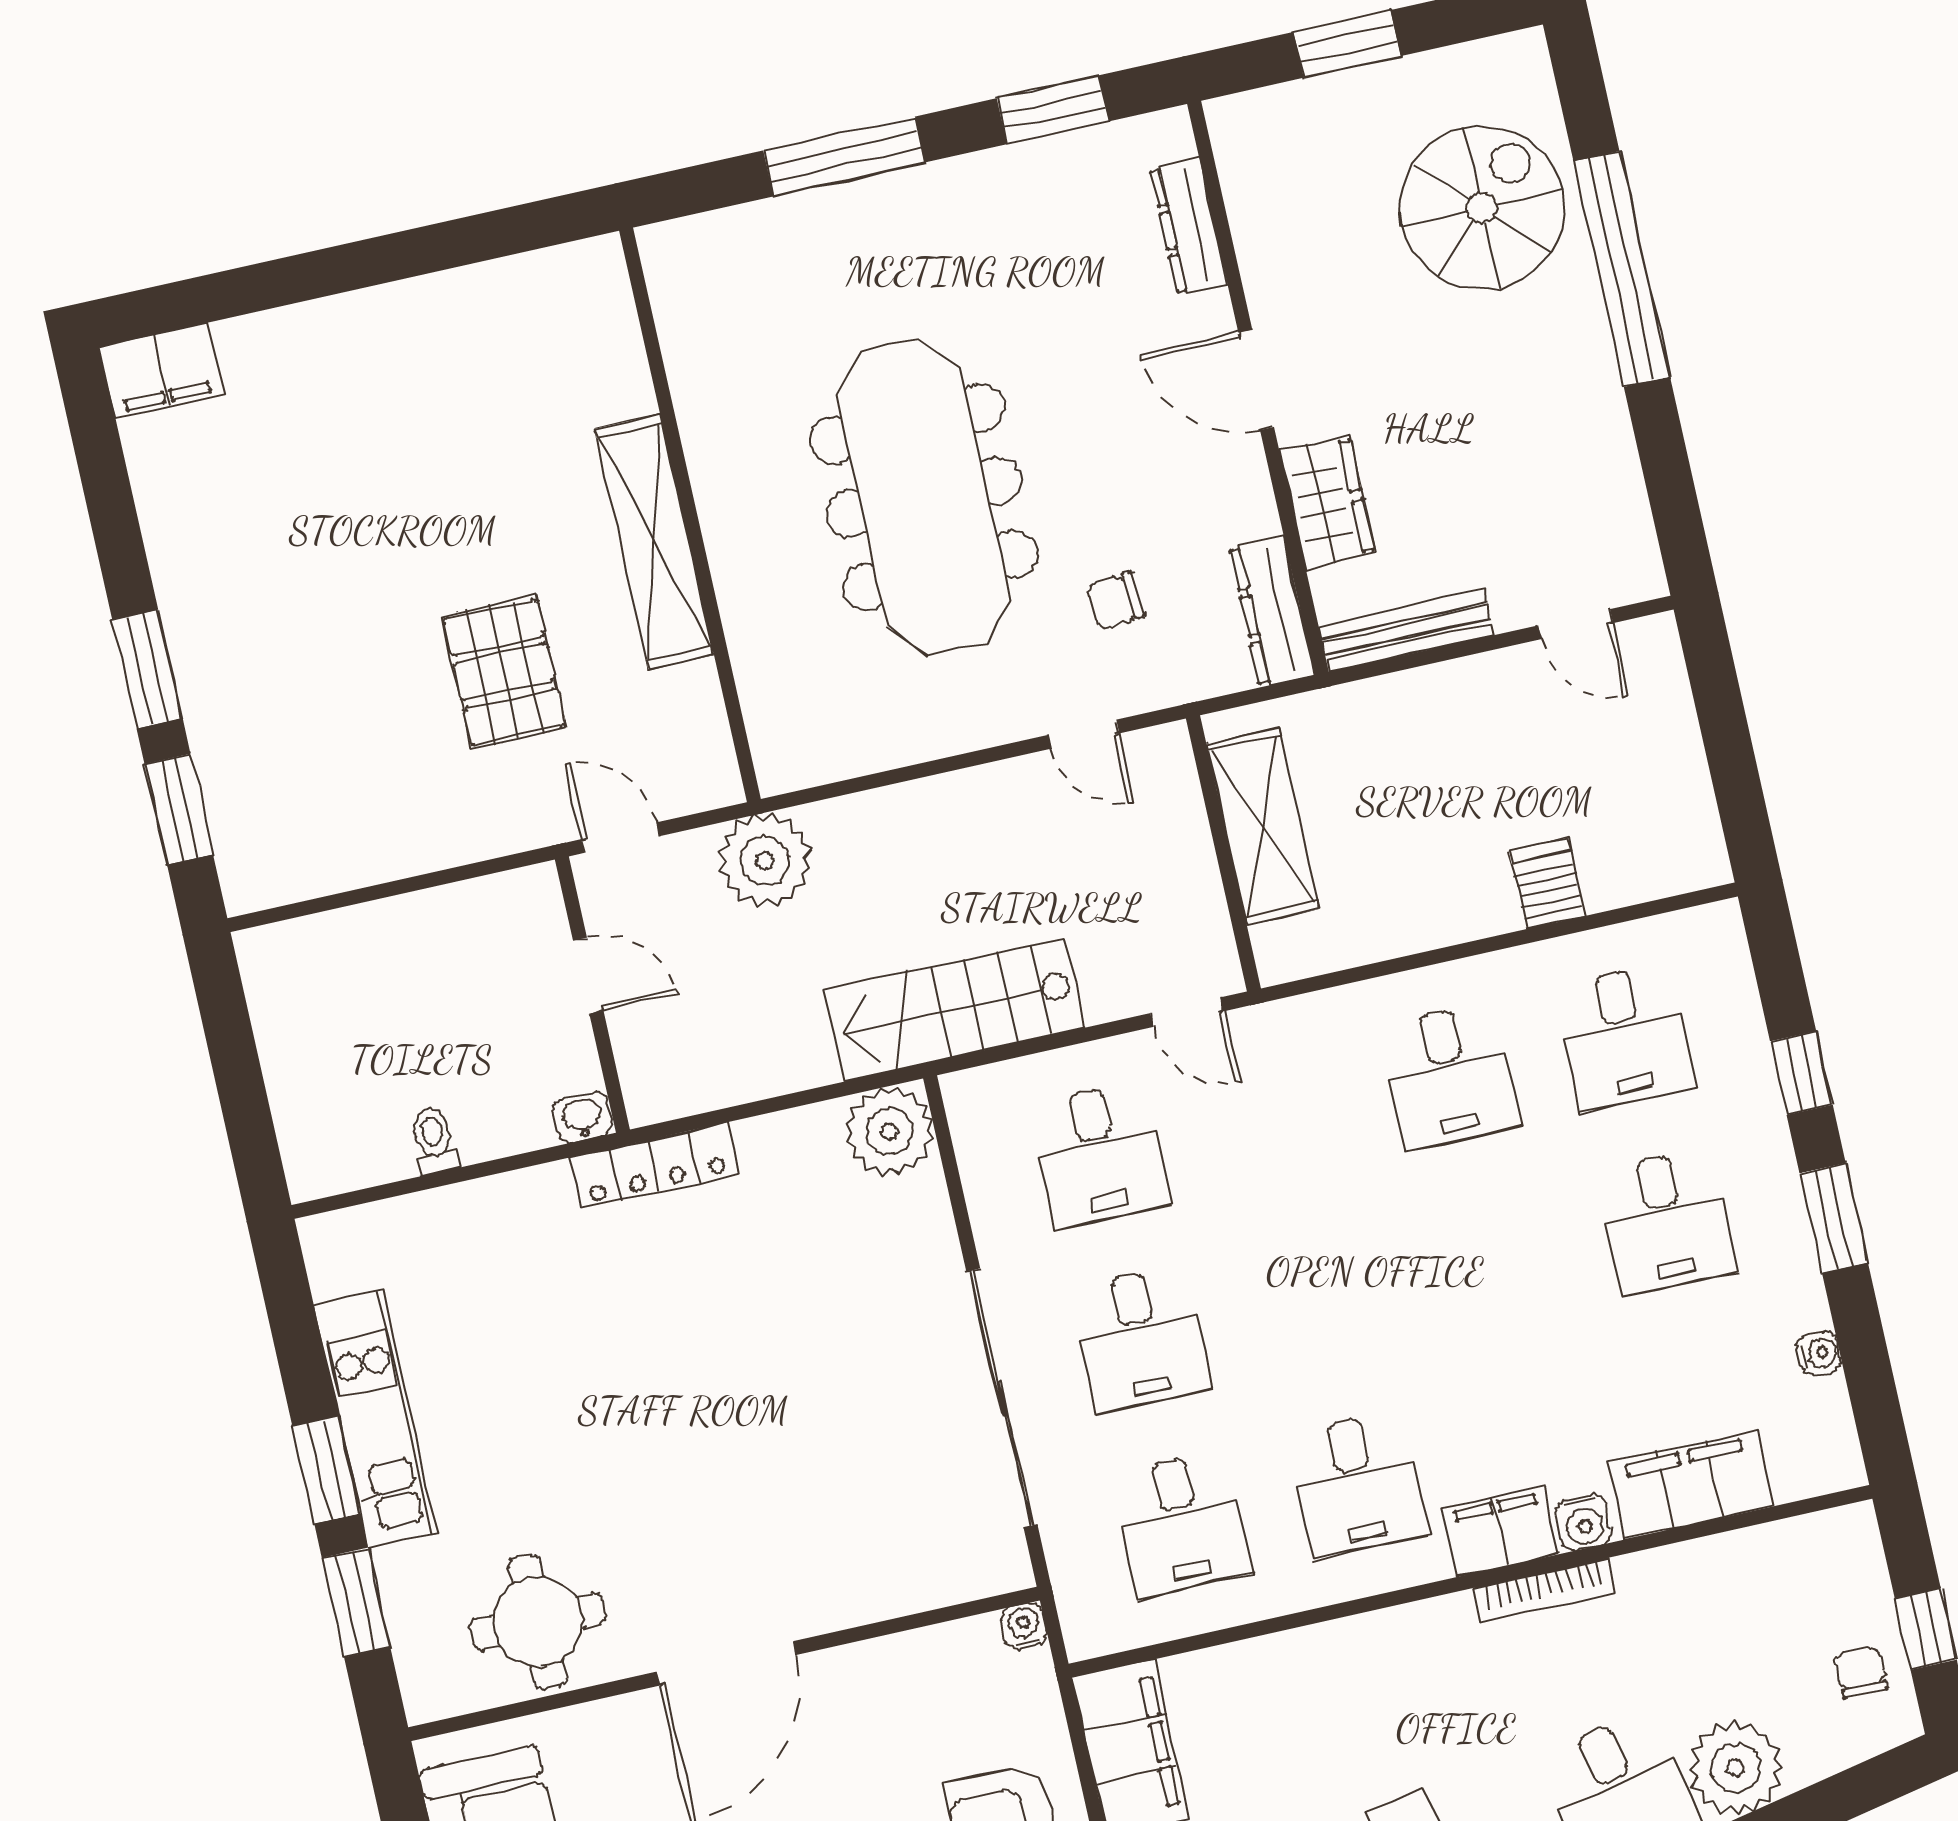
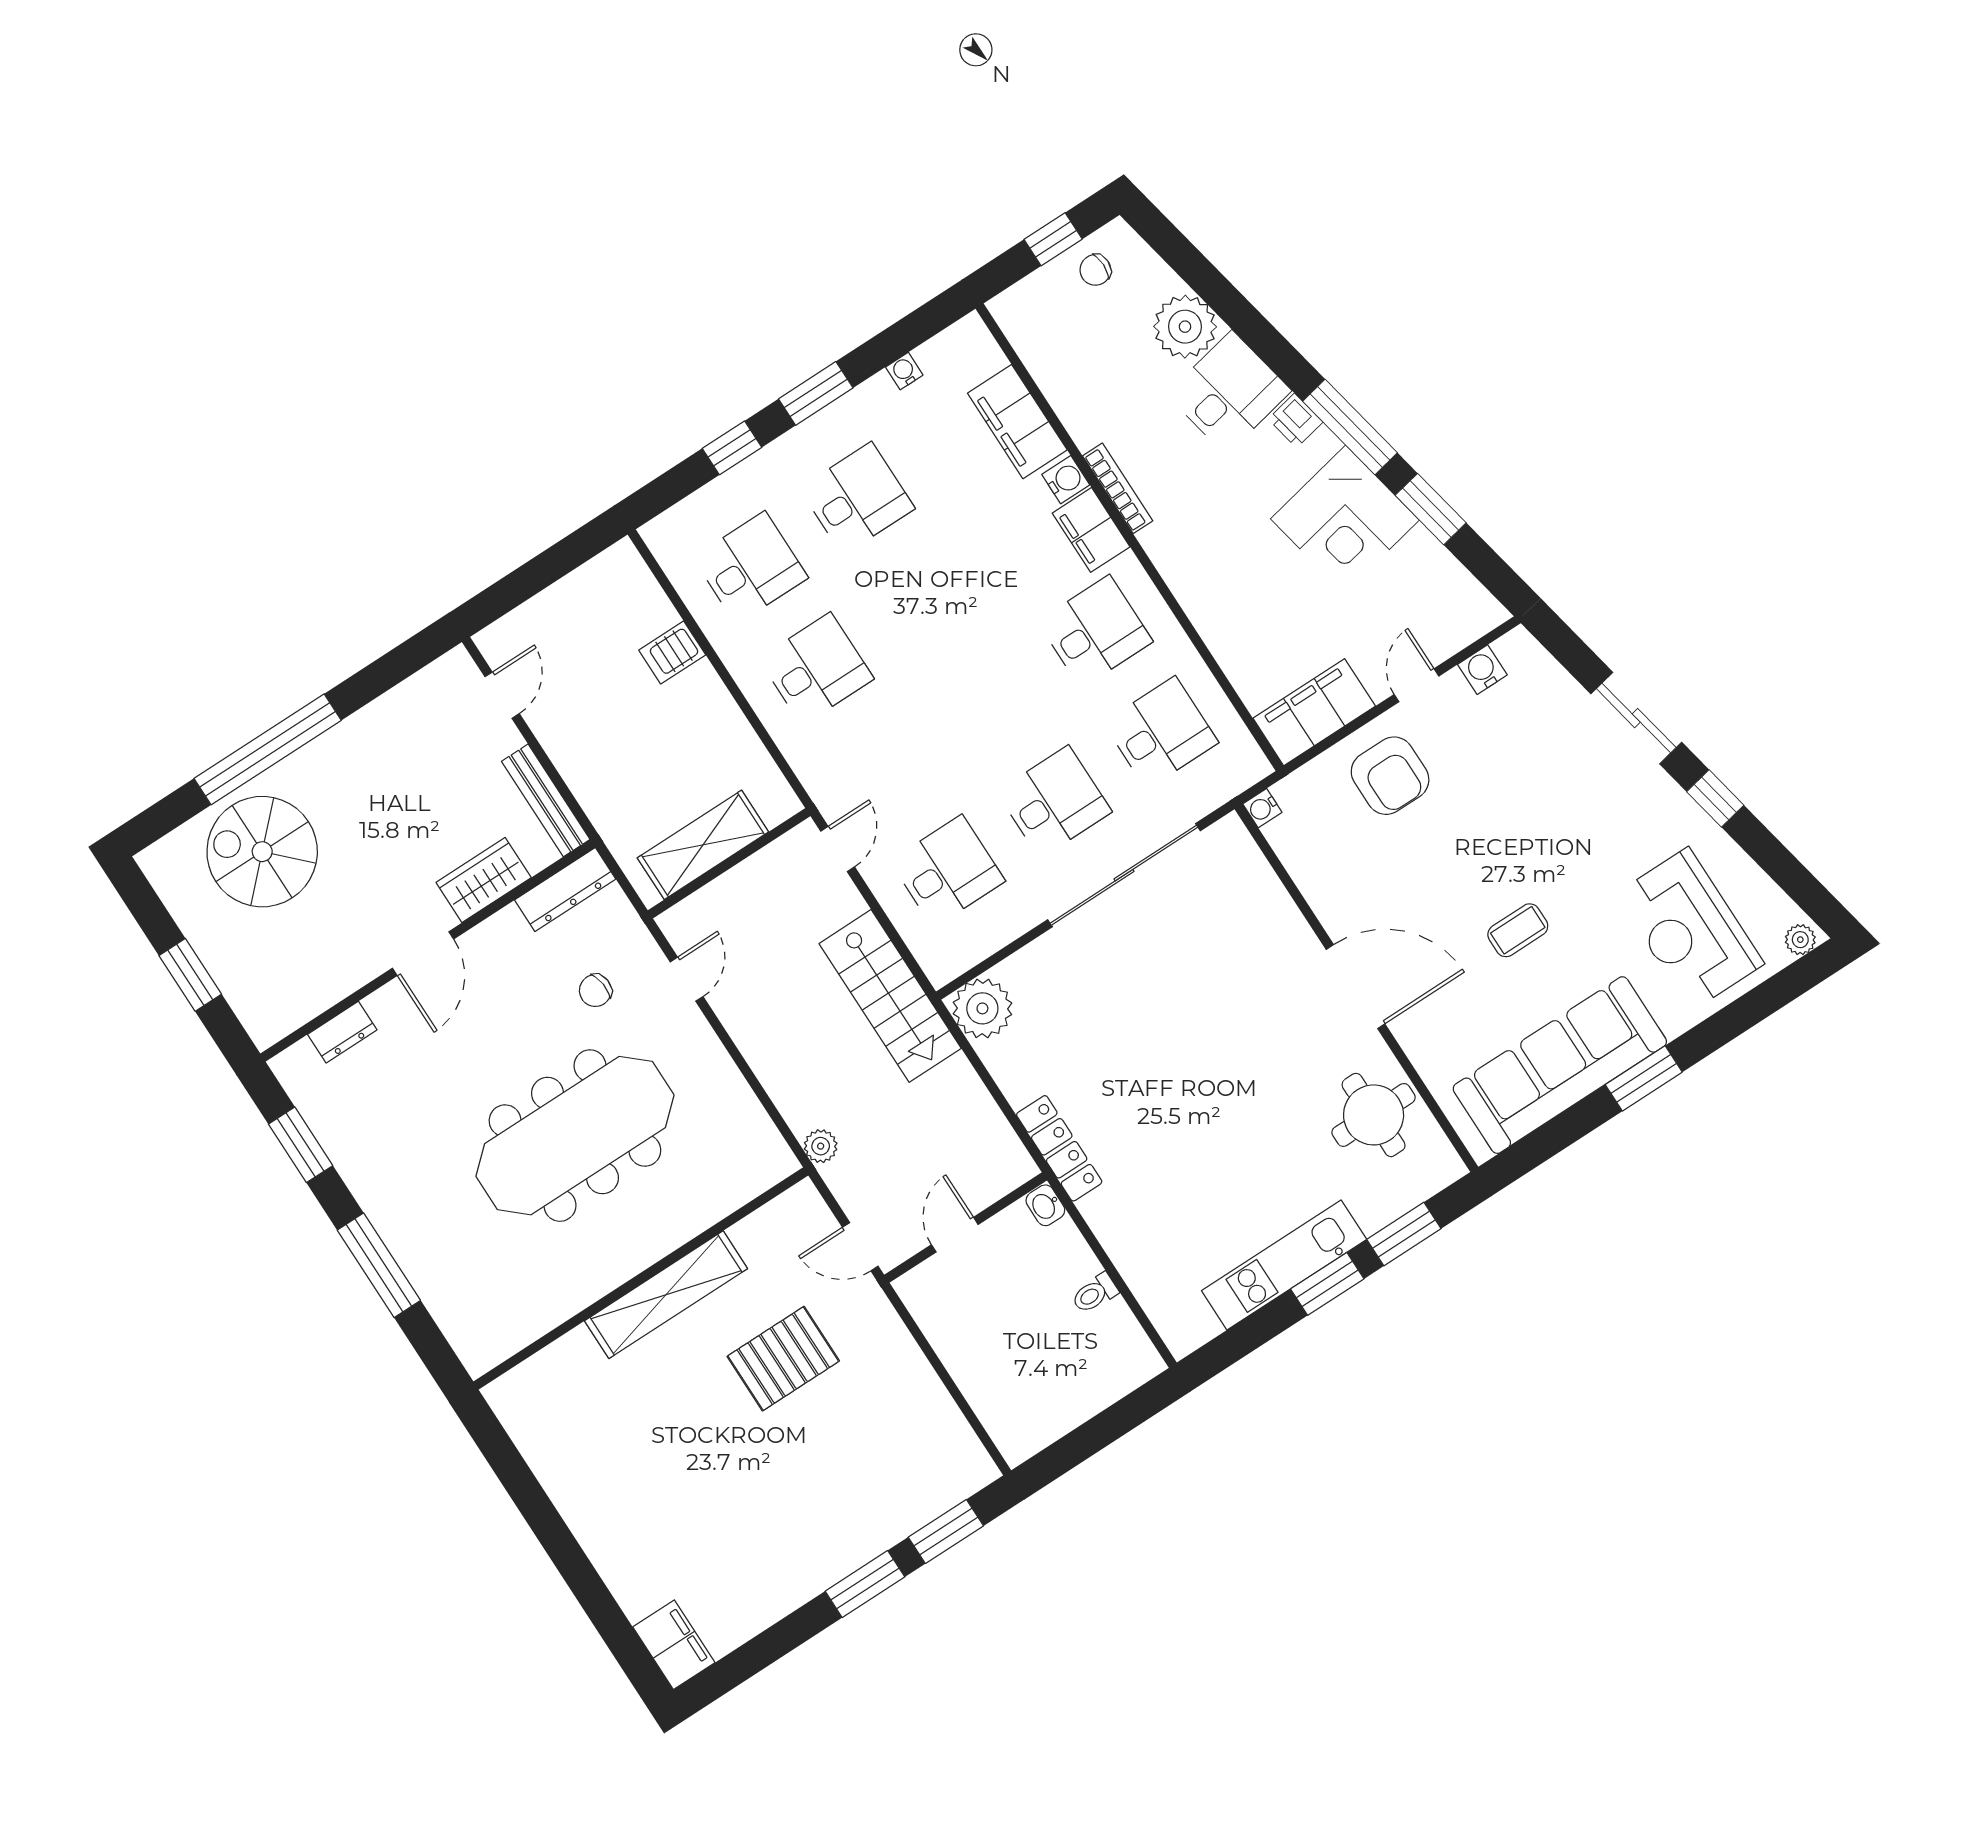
dresser: (1188, 226) -> (342, 1032), width x0.70
chair: (1115, 601) -> (595, 990), turned 89
door: (620, 838) -> (860, 1247), hinge flipped
plant: (765, 860) -> (821, 1146), width x0.53, depth x0.53

